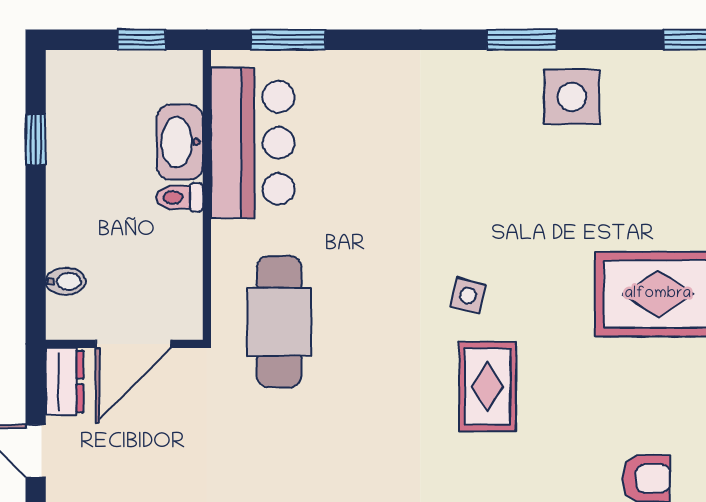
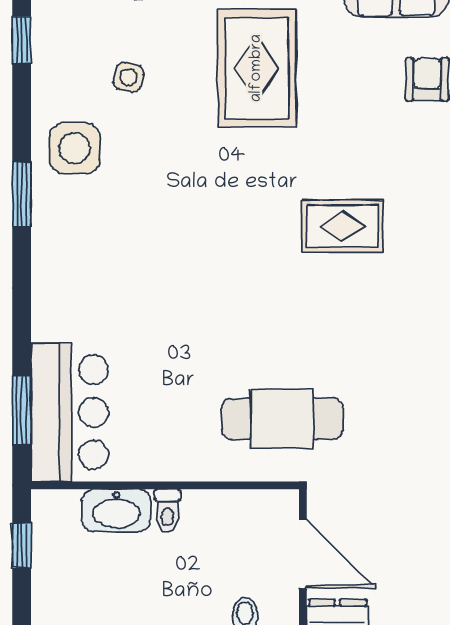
bar counter: (253, 143) -> (70, 412), moved, turned 90
side table: (468, 296) -> (128, 77), moved

